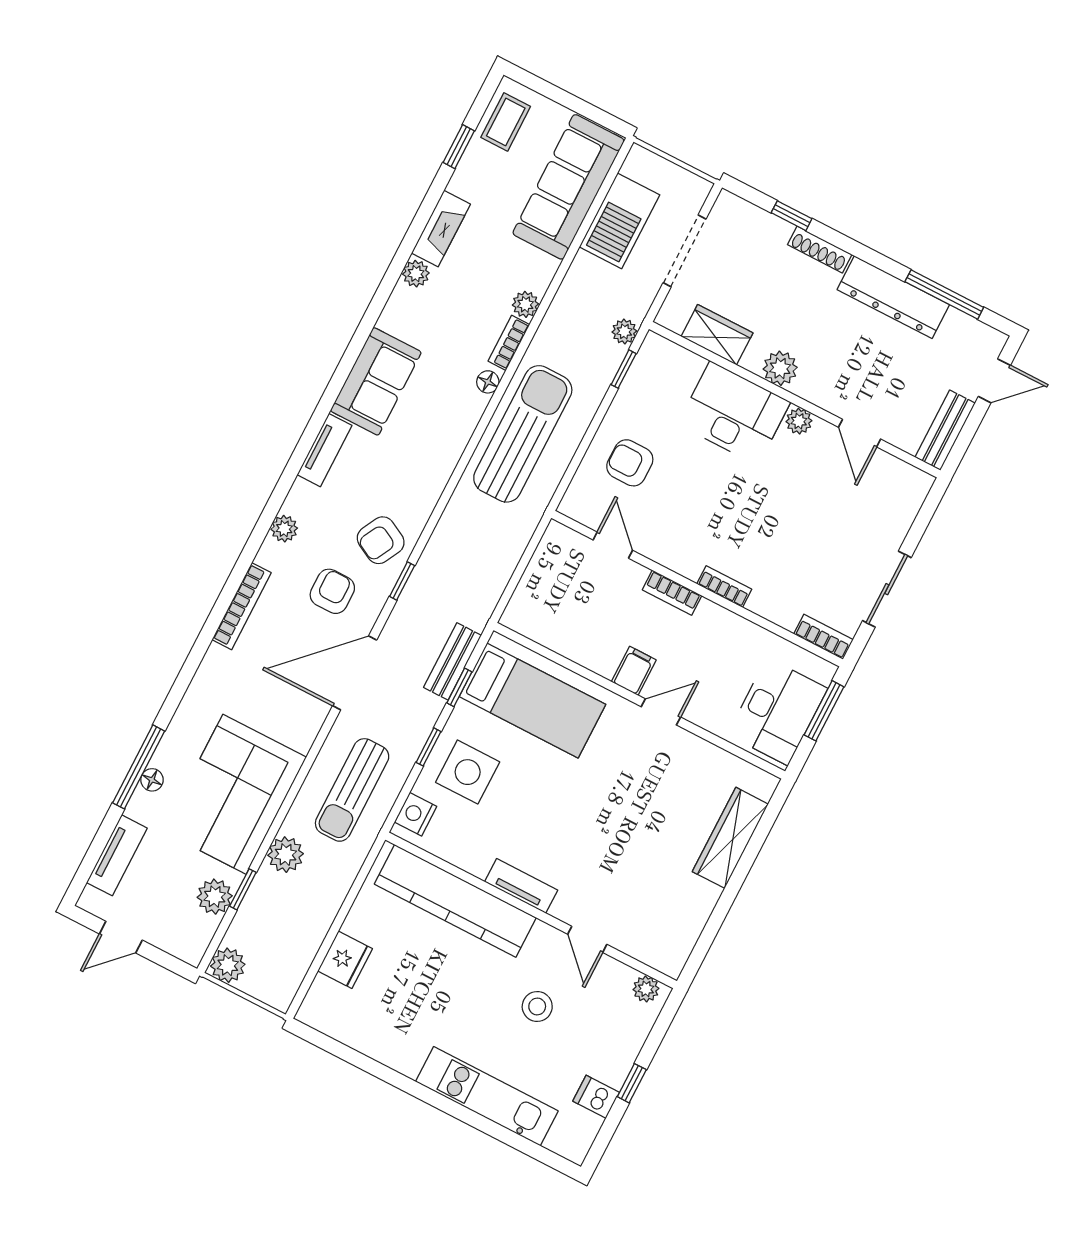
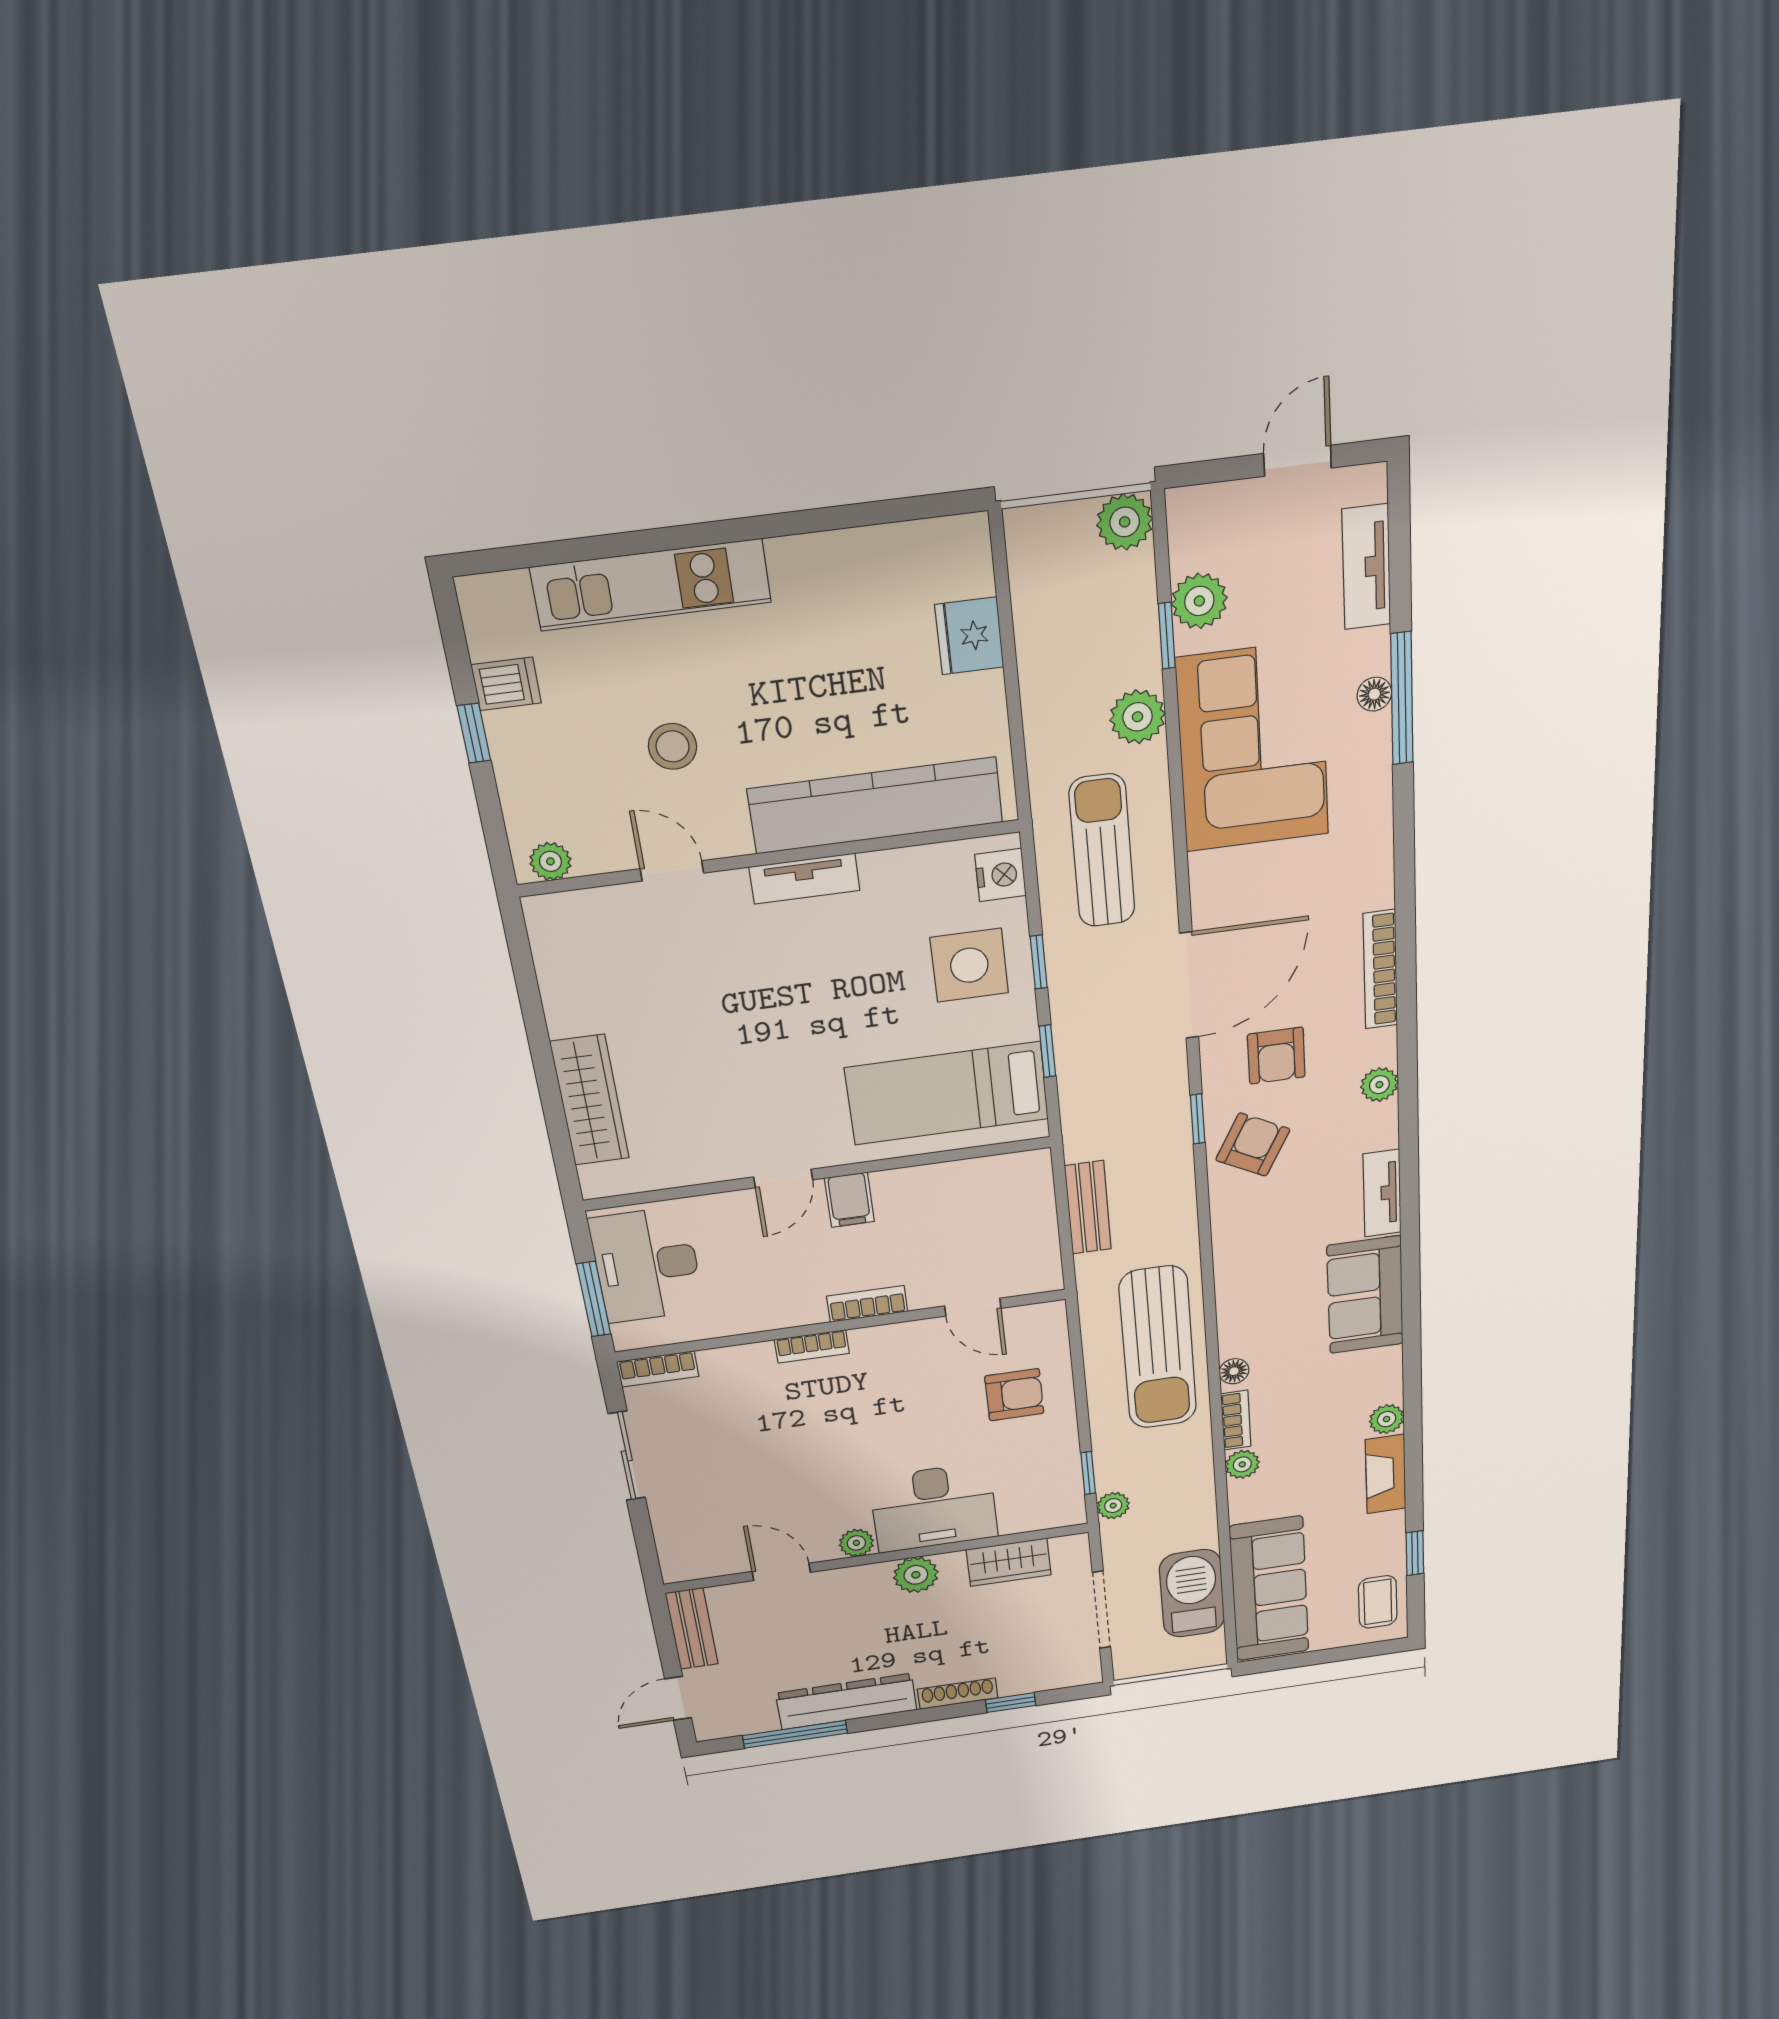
bench: (453, 661) -> (1088, 1207), moved

